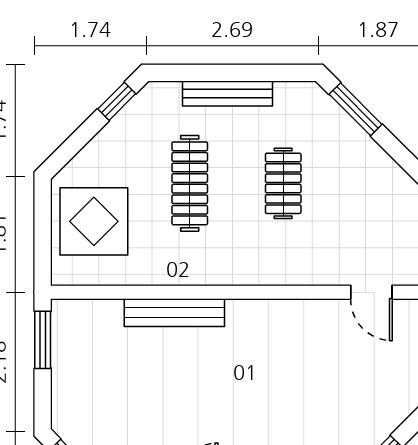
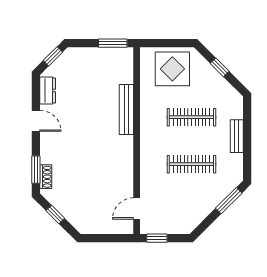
bench: (228, 93) -> (237, 136), width x0.73
window: (117, 101) -> (220, 67), moved
clothes rail: (283, 183) -> (191, 164), width x1.36

